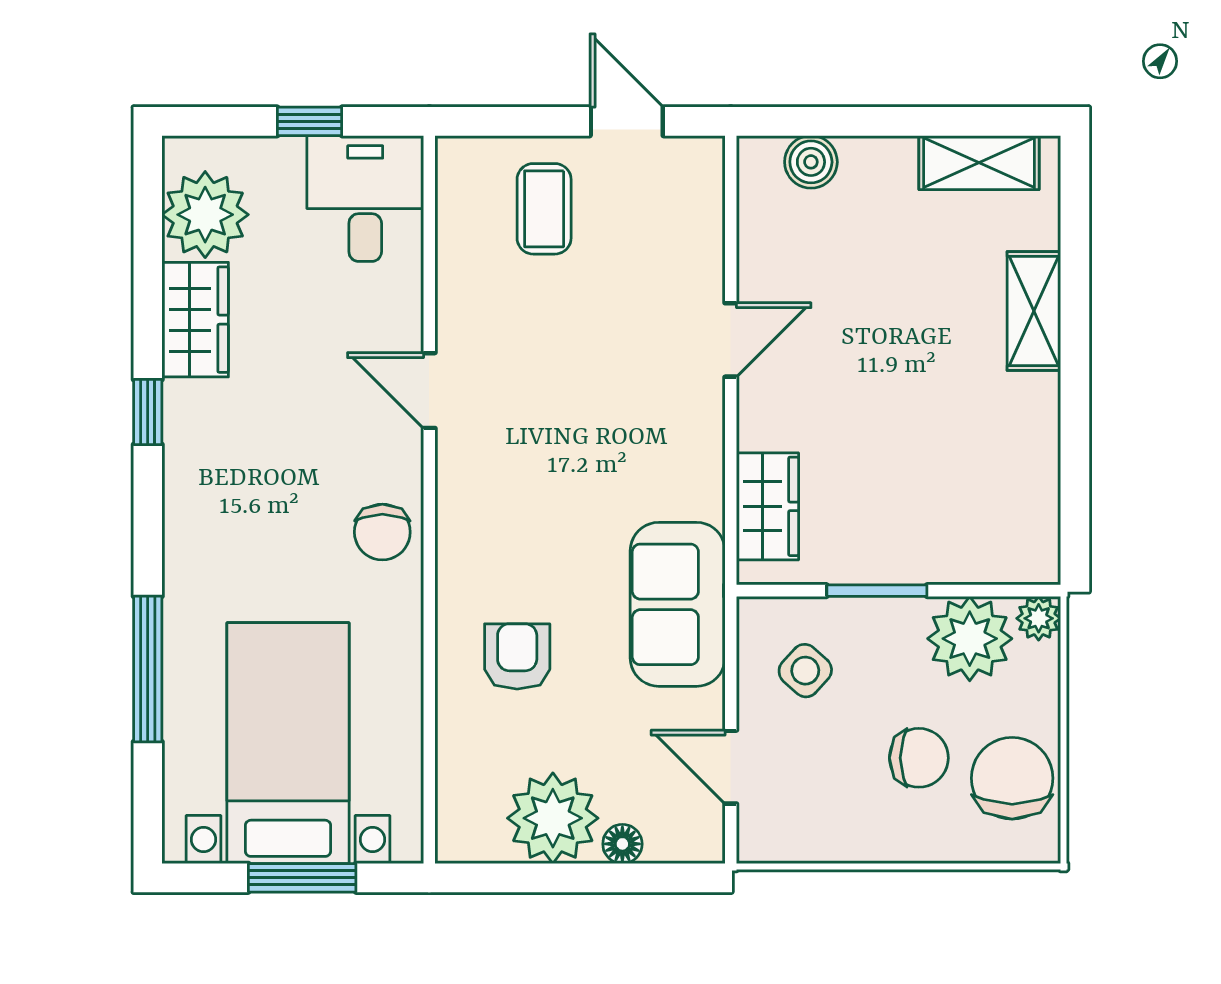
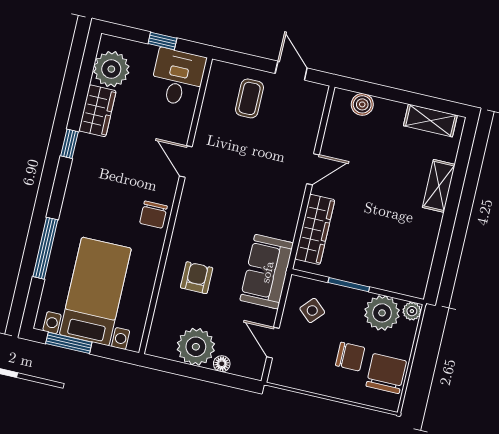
wardrobe: (767, 506) -> (315, 229), width x1.50
window: (302, 878) -> (69, 343), moved

